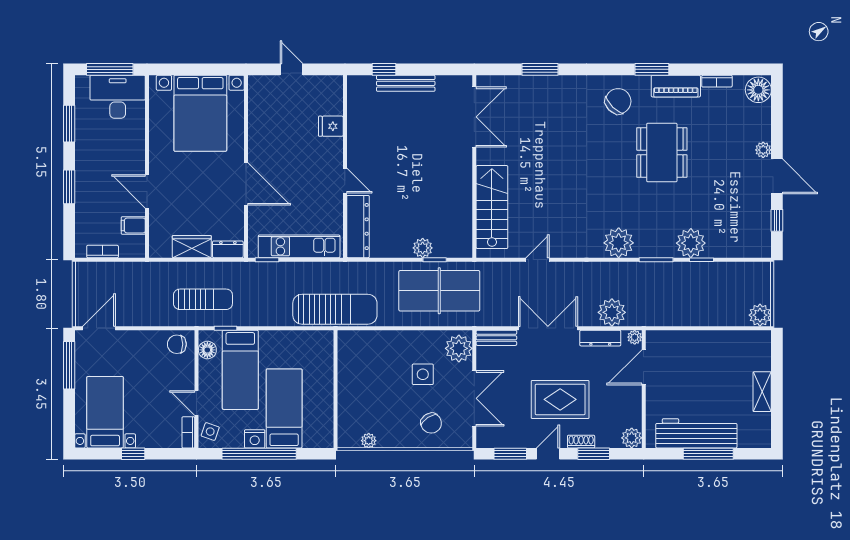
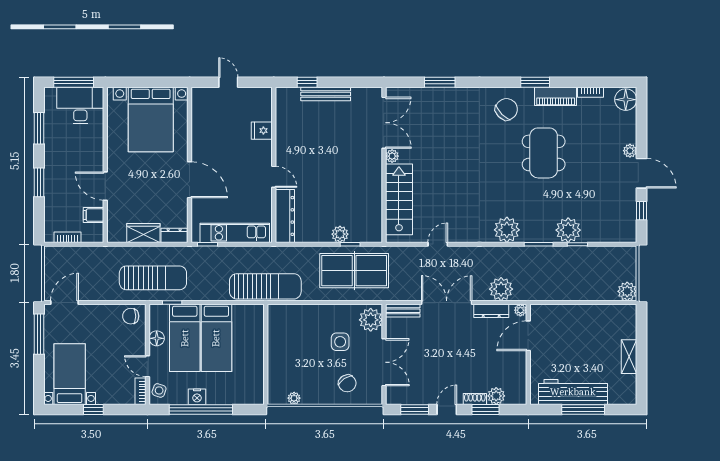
plant: (484, 156) -> (392, 156), added
sun lounger: (203, 299) -> (153, 278), width x1.36, depth x1.34
floor lamp: (207, 350) -> (157, 338), moved
rug: (560, 399) -> (457, 363), removed
bed: (284, 408) -> (216, 338), moved, turned 180
plant: (632, 438) -> (496, 396), moved

